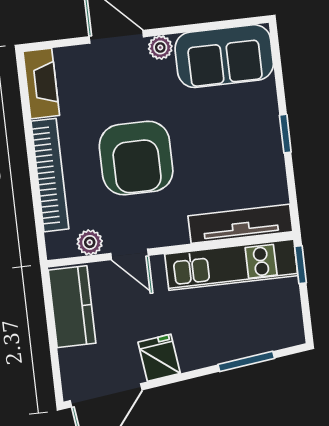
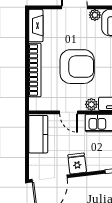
armchair: (136, 158) -> (77, 67), turned -90
plant: (90, 242) -> (91, 104), moved

